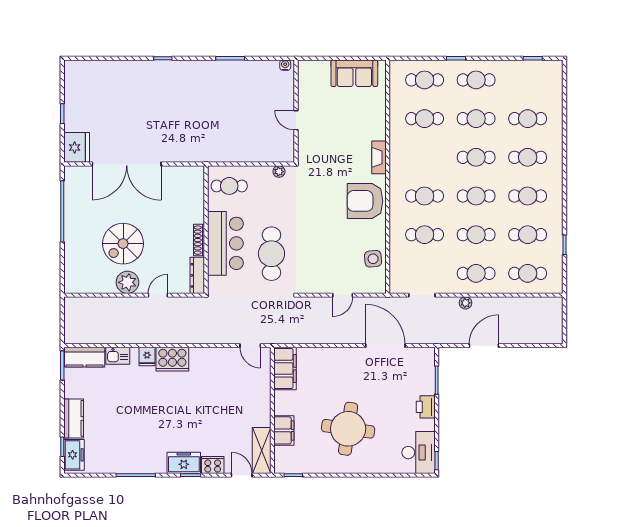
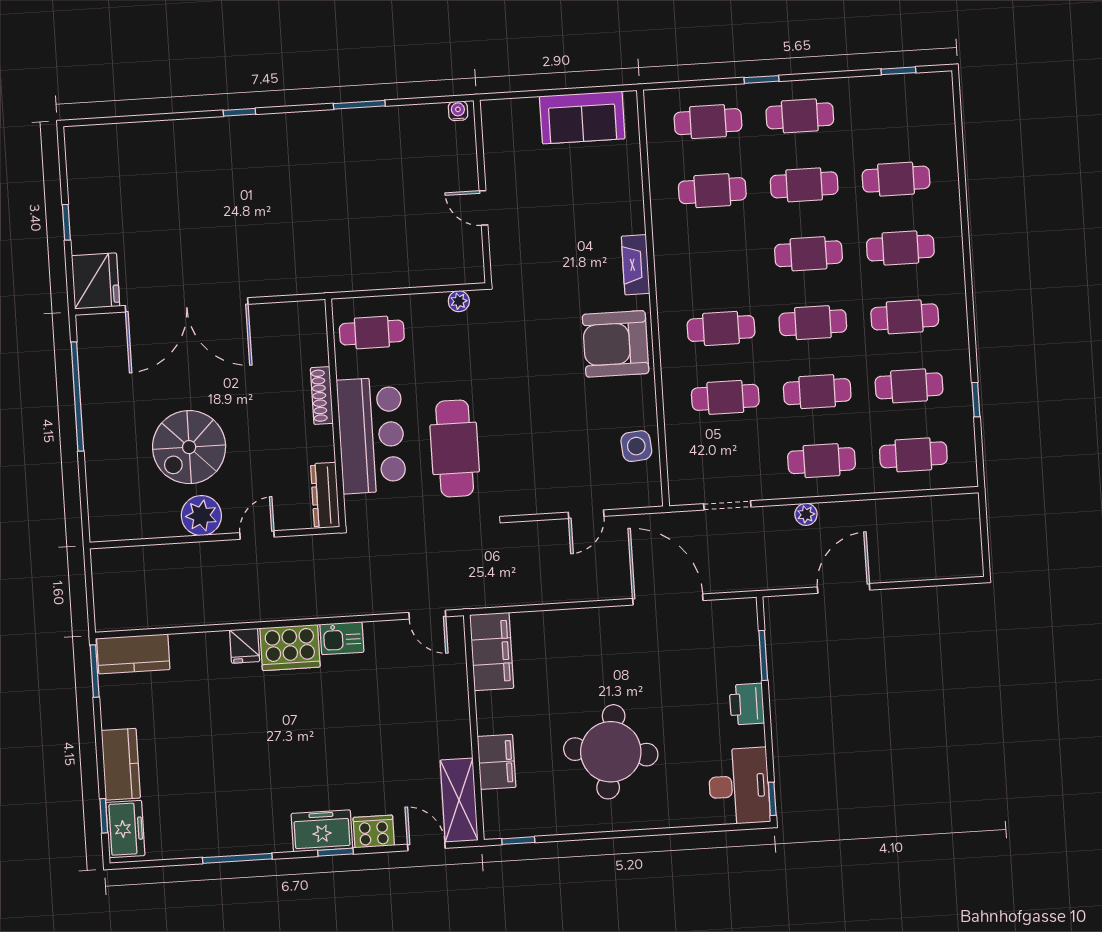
shoe rack: (199, 240) -> (322, 396), moved
kitchen sink: (118, 356) -> (342, 638), moved

